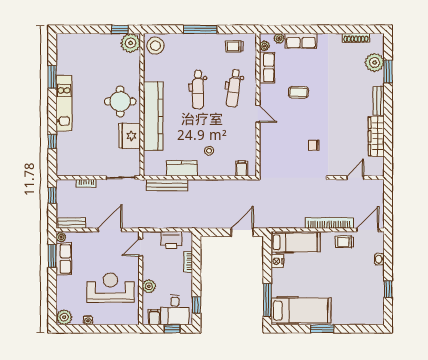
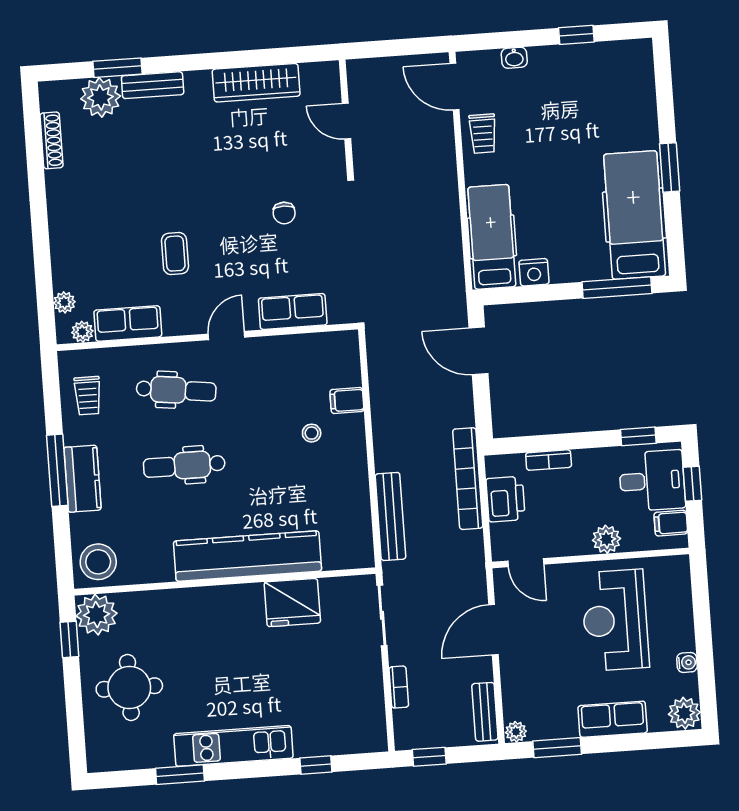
row of seats: (301, 41) -> (293, 311), moved, turned -90
dental chair: (198, 89) -> (184, 466), turned 180
round table: (120, 101) -> (129, 687), moved
bench: (379, 101) -> (153, 85), moved
kitchen counter: (182, 168) -> (83, 479), moved, turned 180
filing cabinet: (242, 168) -> (347, 400), moved
bookcase: (329, 223) -> (468, 479), moved
door: (110, 230) -> (493, 630), hinge flipped
row of seats: (64, 259) -> (613, 719), moved

